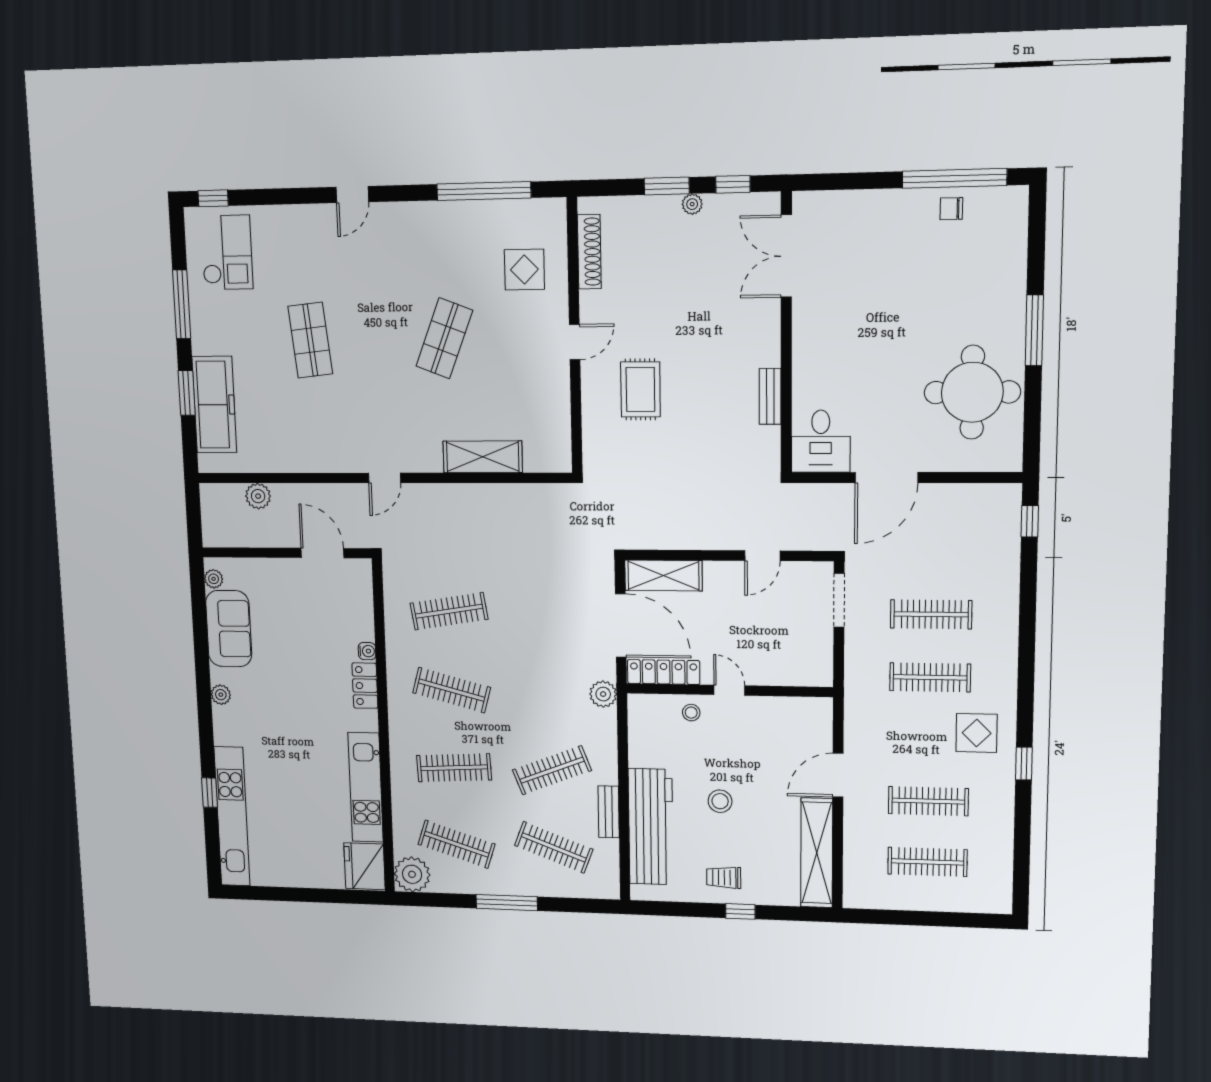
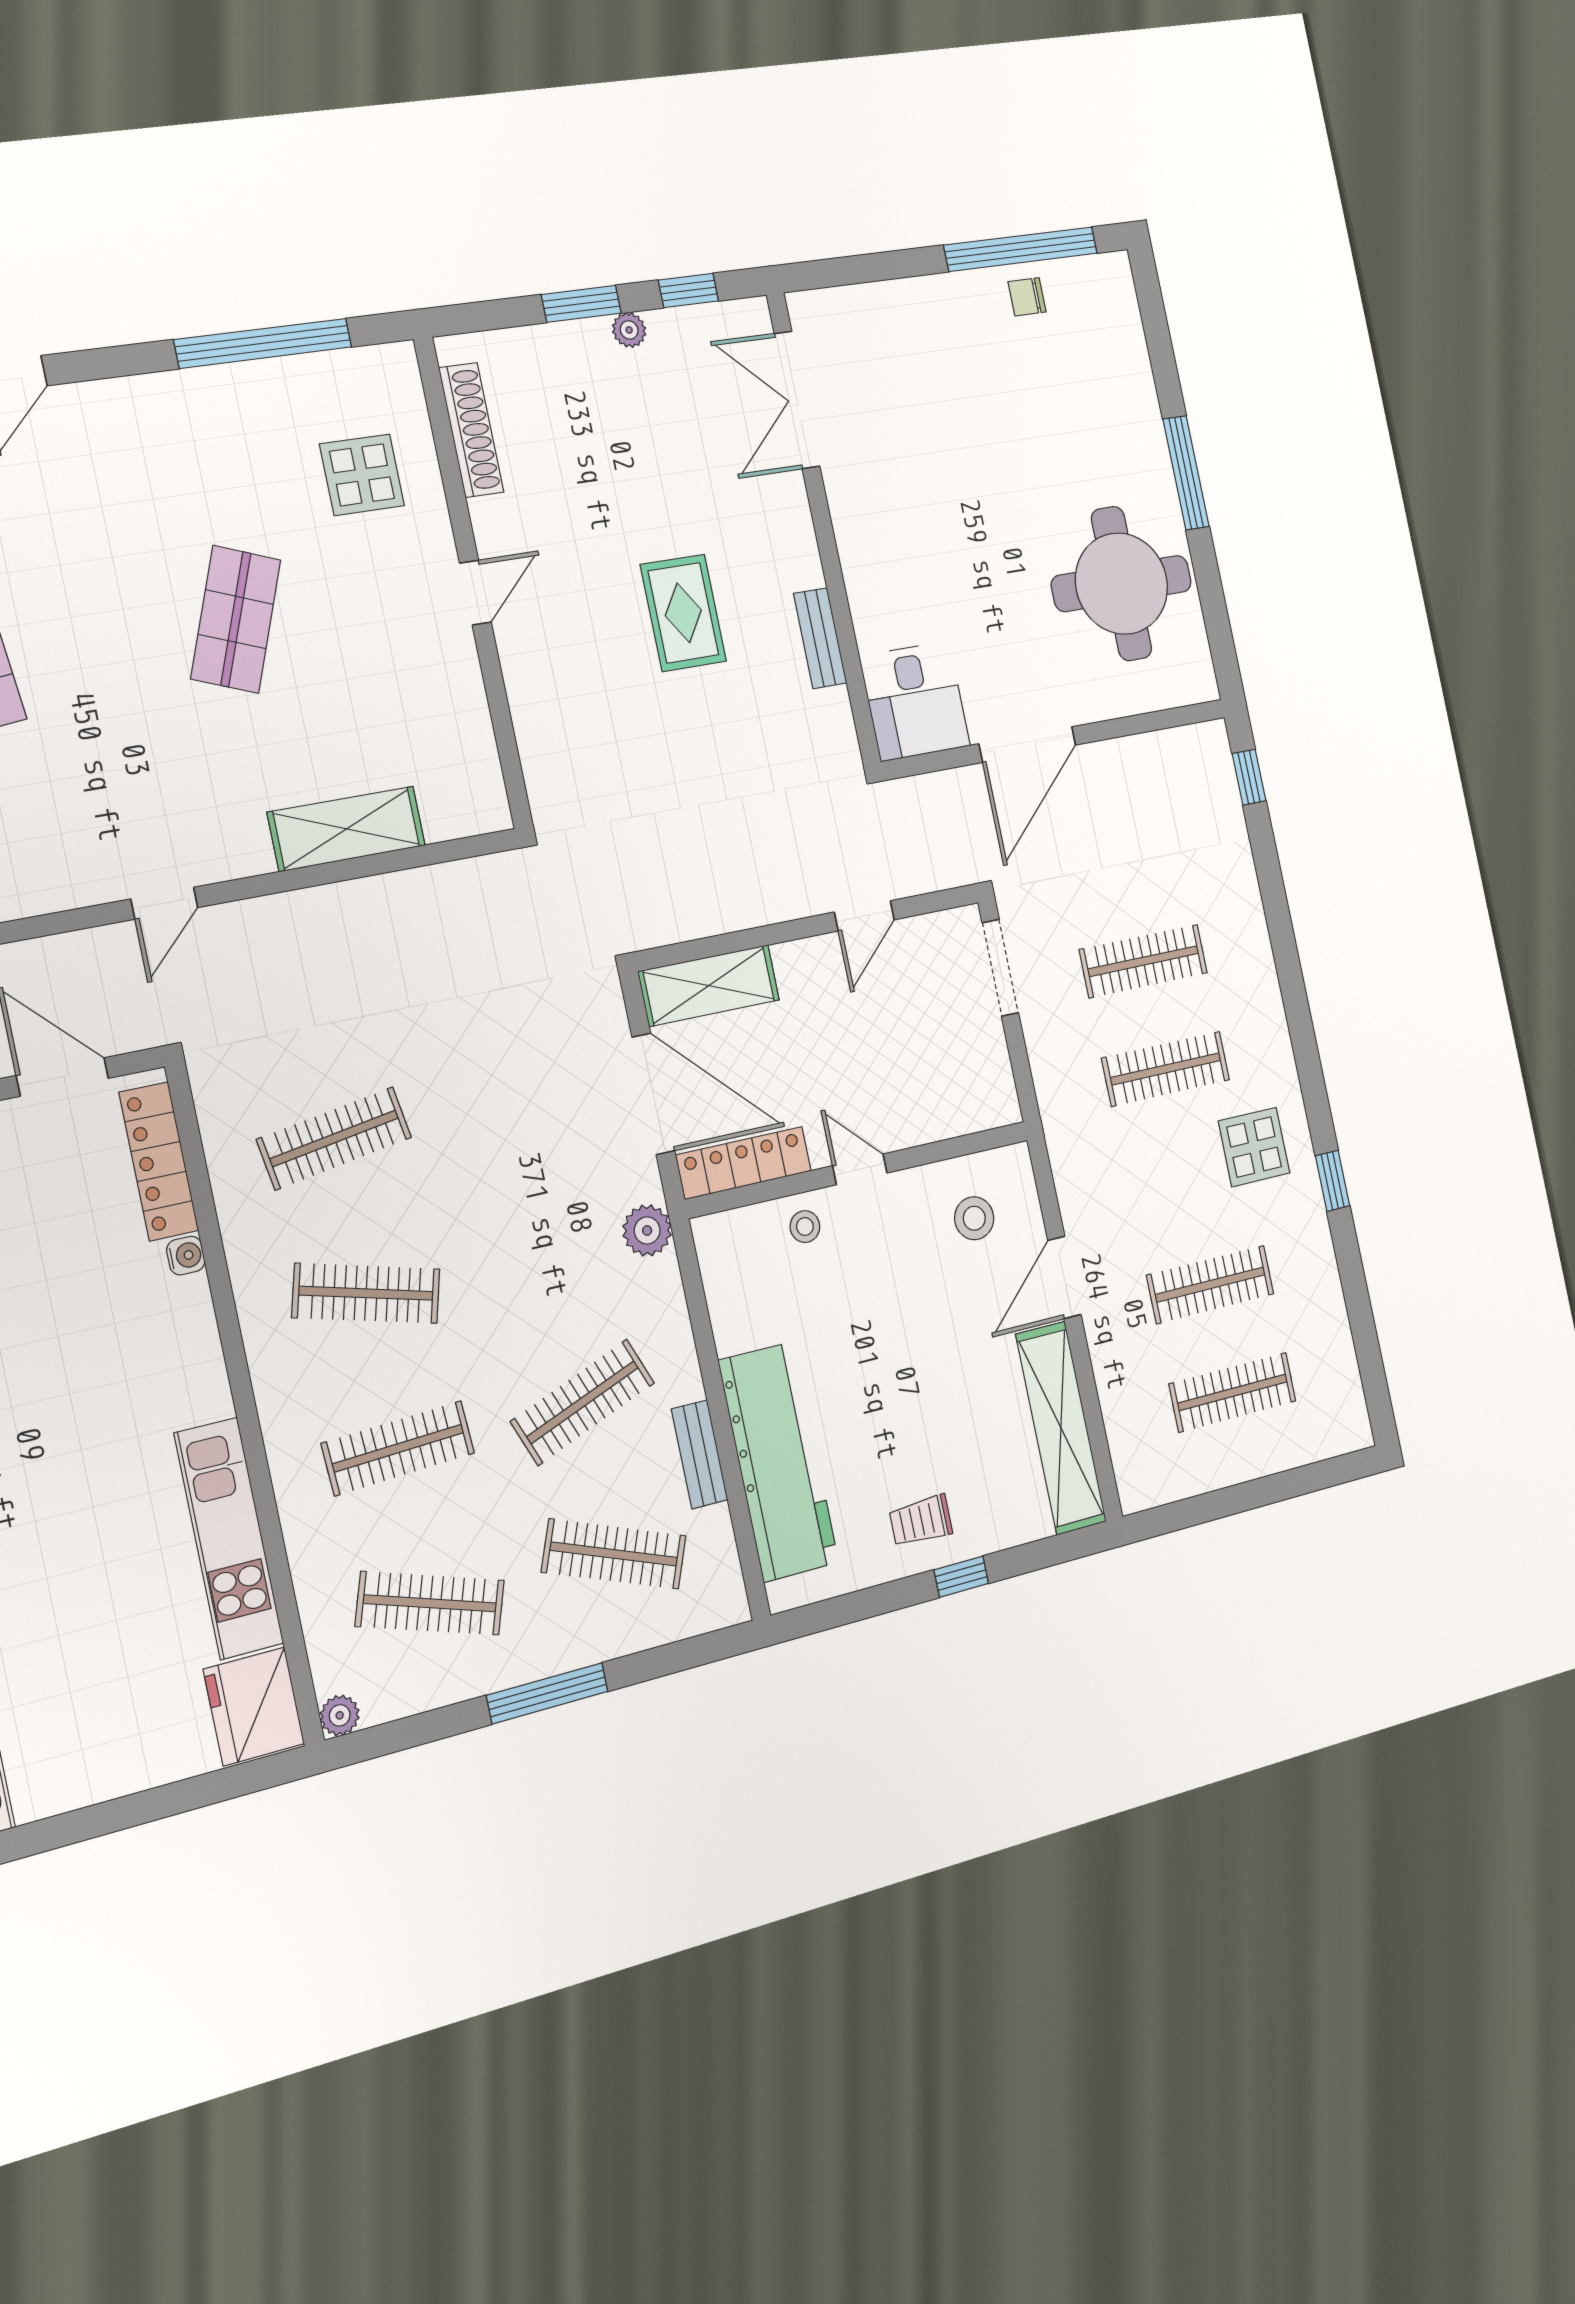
rug: (640, 389) -> (683, 613), moved
locker: (365, 686) -> (159, 1161), moved, width x1.53
stool: (720, 801) -> (974, 1218), moved
plant: (412, 874) -> (340, 1715), width x0.53, depth x0.53

